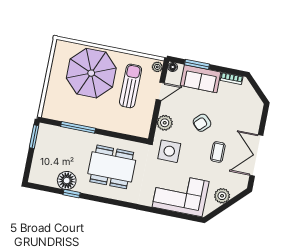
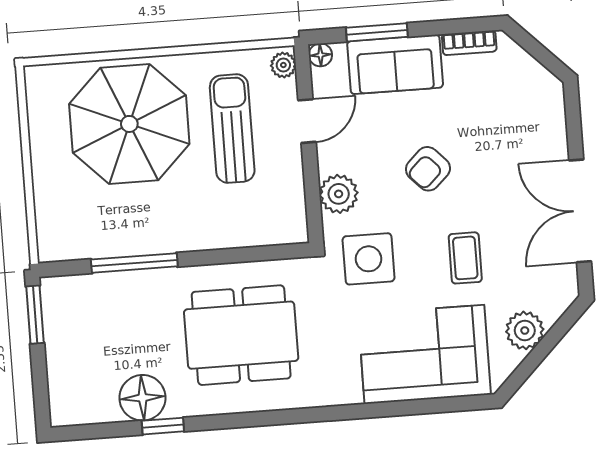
coffee table: (218, 152) -> (465, 258), moved

